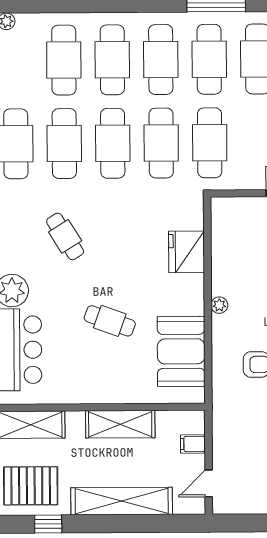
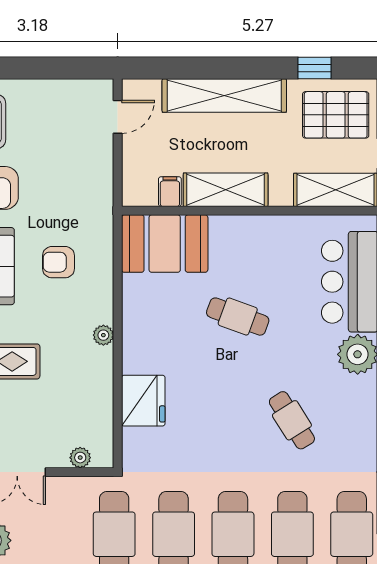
plant: (238, 205) -> (80, 458), added
booth: (181, 351) -> (165, 244), moved, turned 90
filing cabinet: (193, 444) -> (170, 192), moved, turned -90

